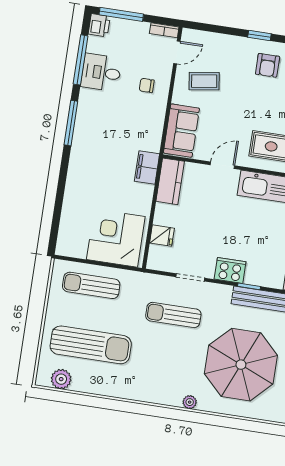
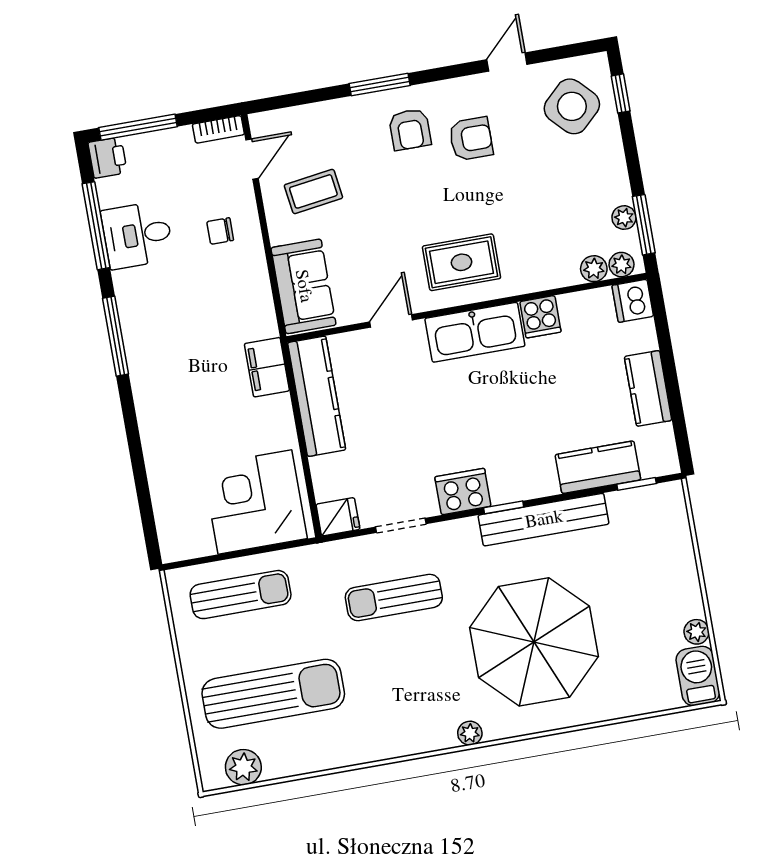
window: (259, 35) -> (380, 84), width x1.50
kitchen counter: (170, 181) -> (317, 396), width x1.50
fridge: (162, 236) -> (338, 517), moved
sun lounger: (91, 285) -> (241, 595), turned 180

